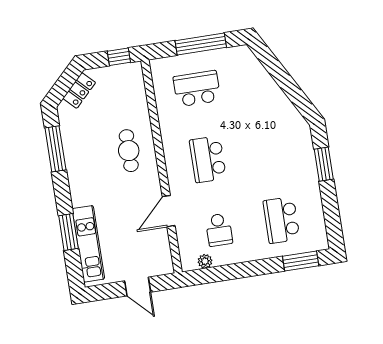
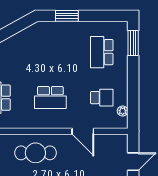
cafe table: (129, 151) -> (35, 153), width x1.37, depth x1.35
school desk: (281, 220) -> (102, 52), turned 90

